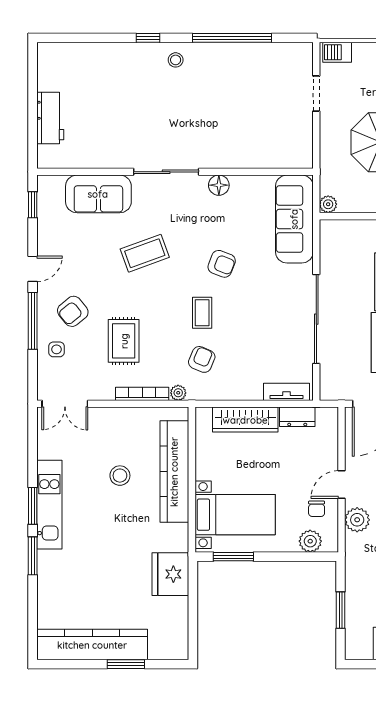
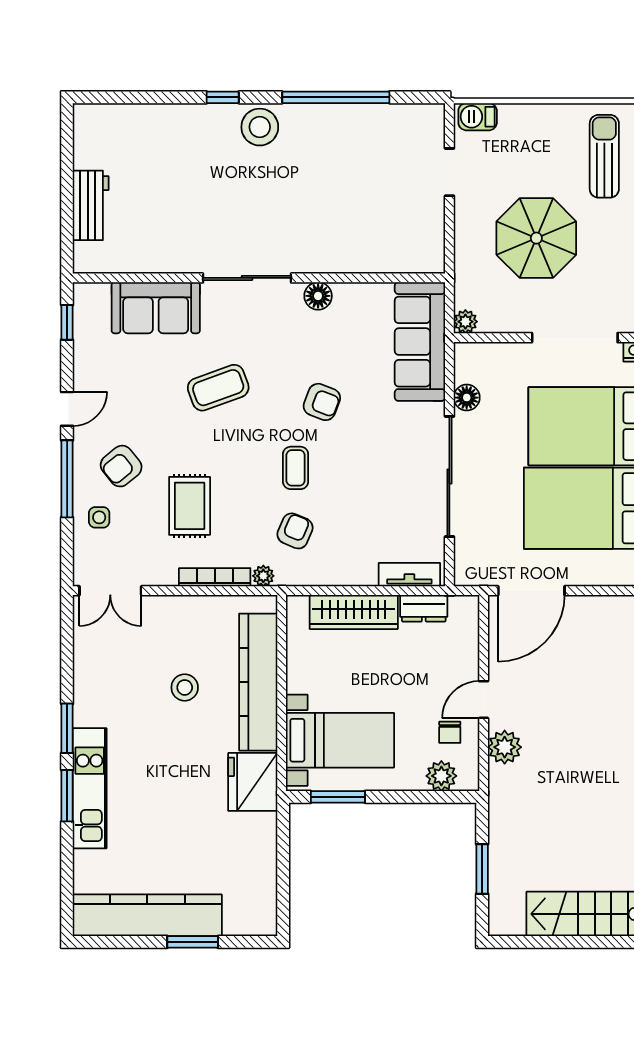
stool: (176, 60) -> (260, 127), width x1.89, depth x1.89
floor lamp: (329, 261) -> (467, 398), added
kitchen unit: (49, 505) -> (90, 788), moved
fridge: (170, 574) -> (253, 782), moved

